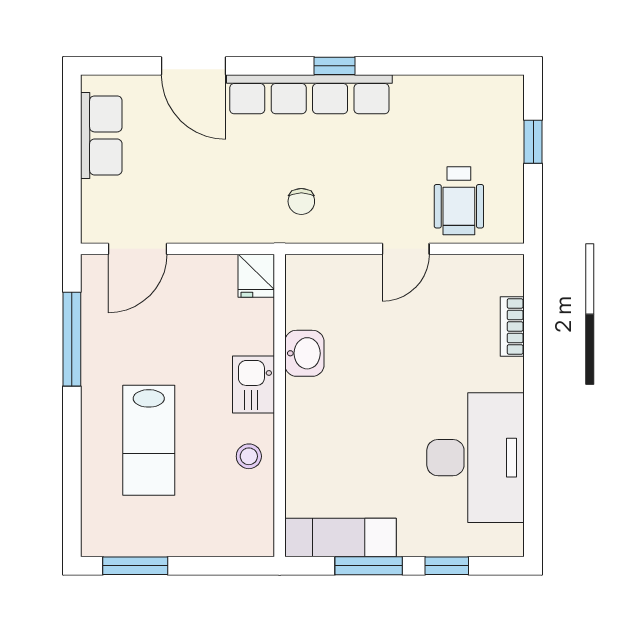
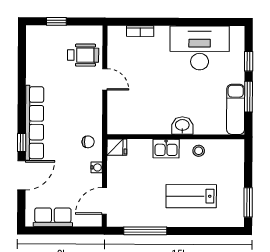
window: (335, 66) -> (22, 143), moved
chair: (301, 201) -> (88, 142), moved
water cooler: (211, 232) -> (97, 167), added
door: (138, 249) -> (104, 201), swing flipped
washbasin: (304, 353) -> (182, 126), moved
lab bench: (149, 440) -> (191, 196), turned 180

